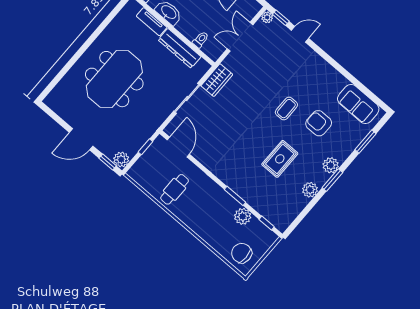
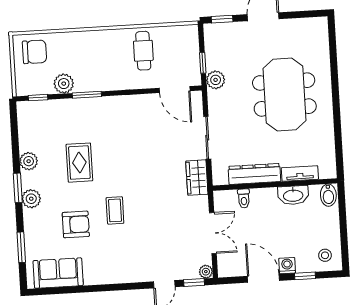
plant: (121, 159) -> (216, 80), moved

